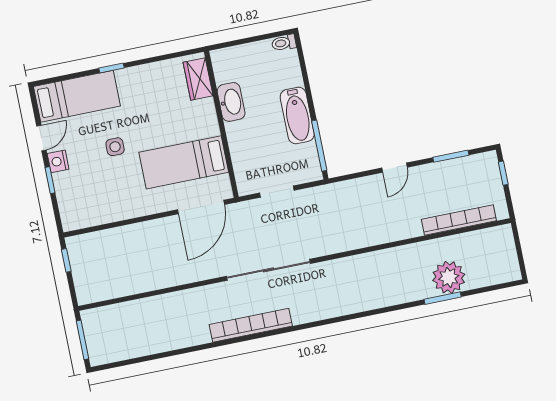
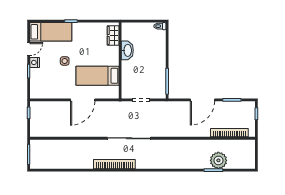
bathtub: (297, 115) -> (159, 64), removed
door: (394, 168) -> (202, 100), width x1.88
door: (201, 207) -> (83, 100), moved

